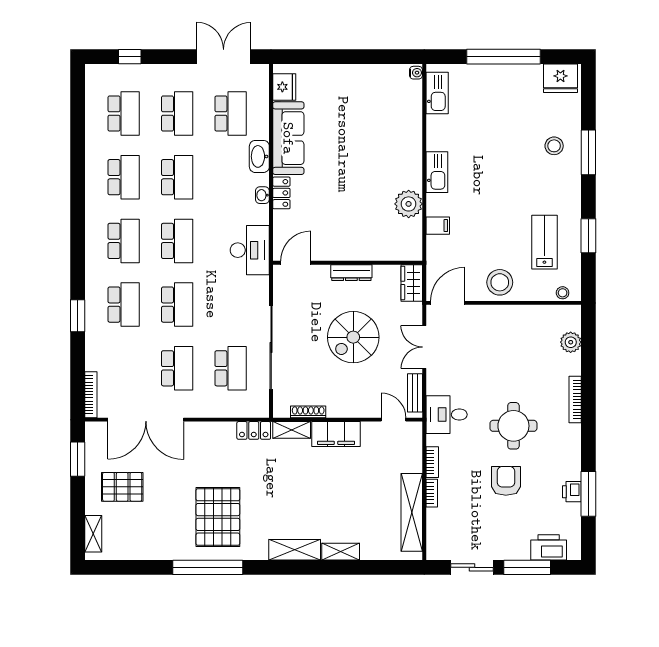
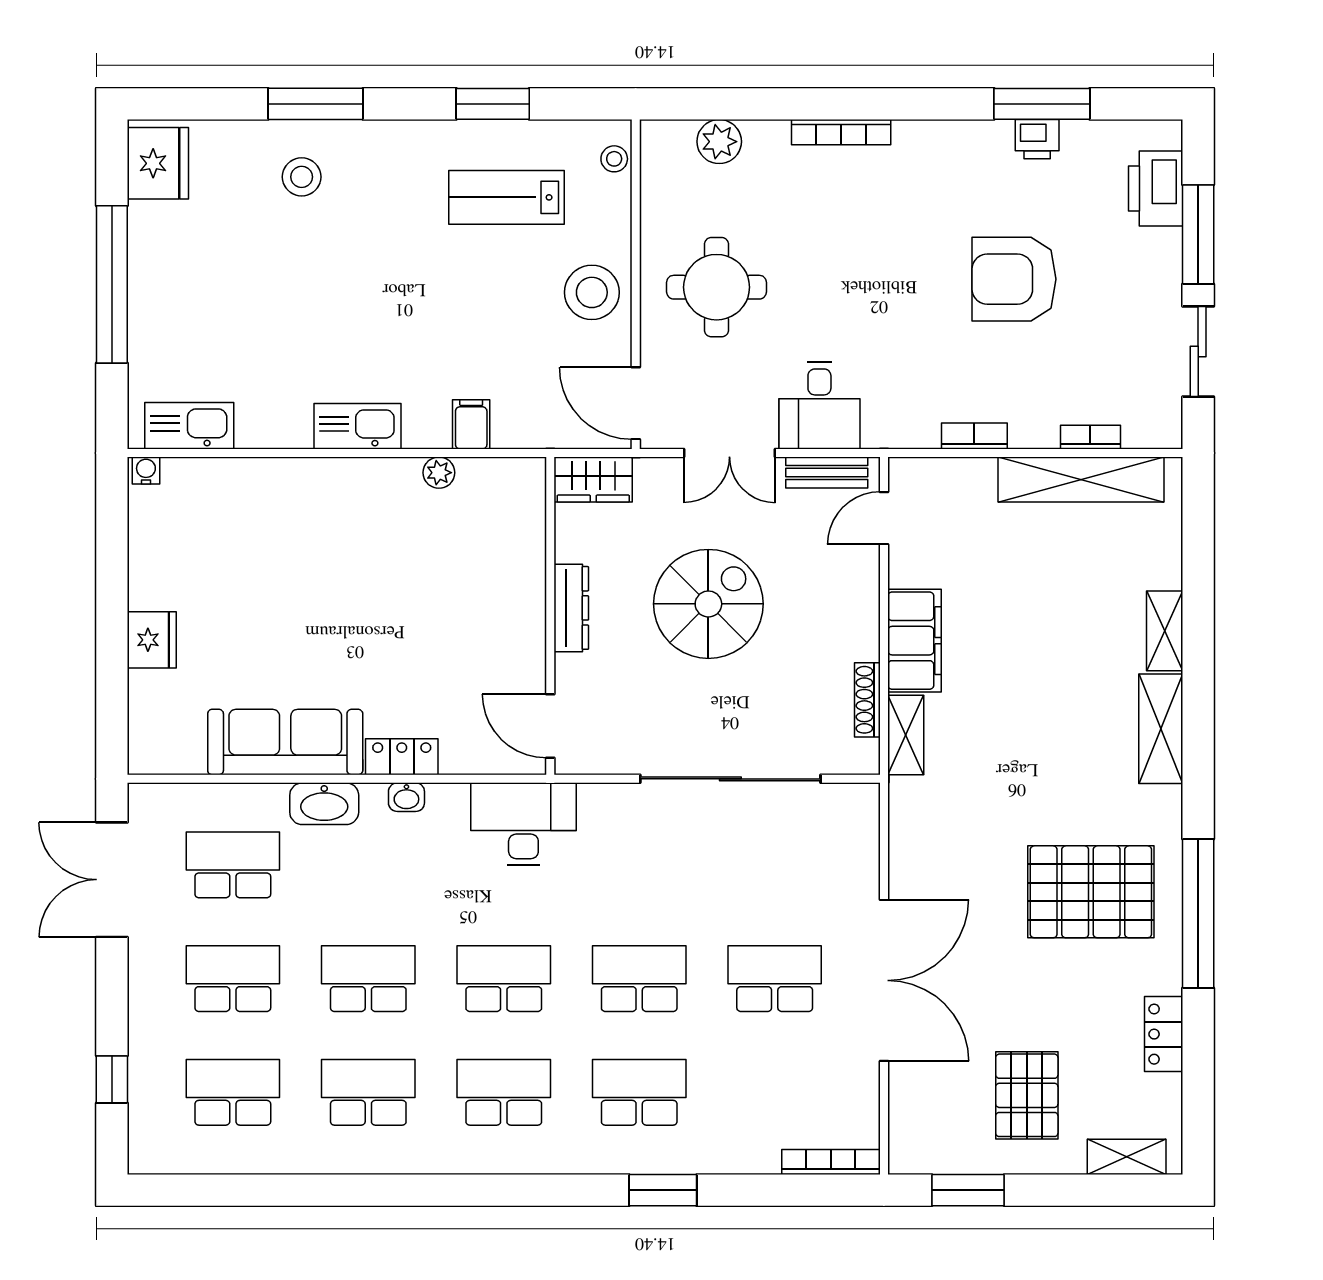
fridge: (284, 87) -> (152, 640), moved, turned 90
plant: (409, 204) -> (439, 473), width x0.53, depth x0.53
spiral stairs: (353, 337) -> (708, 604), turned -90
school desk: (231, 368) -> (775, 865), removed
desk: (447, 415) -> (819, 405), moved
double door: (146, 420) -> (884, 980), moved
round table: (513, 426) -> (717, 287), moved
locker: (254, 430) -> (1164, 1034), moved, turned 180
armchair: (506, 481) -> (1014, 279), width x1.36, depth x1.36
bookcase: (432, 493) -> (1090, 437), moved

